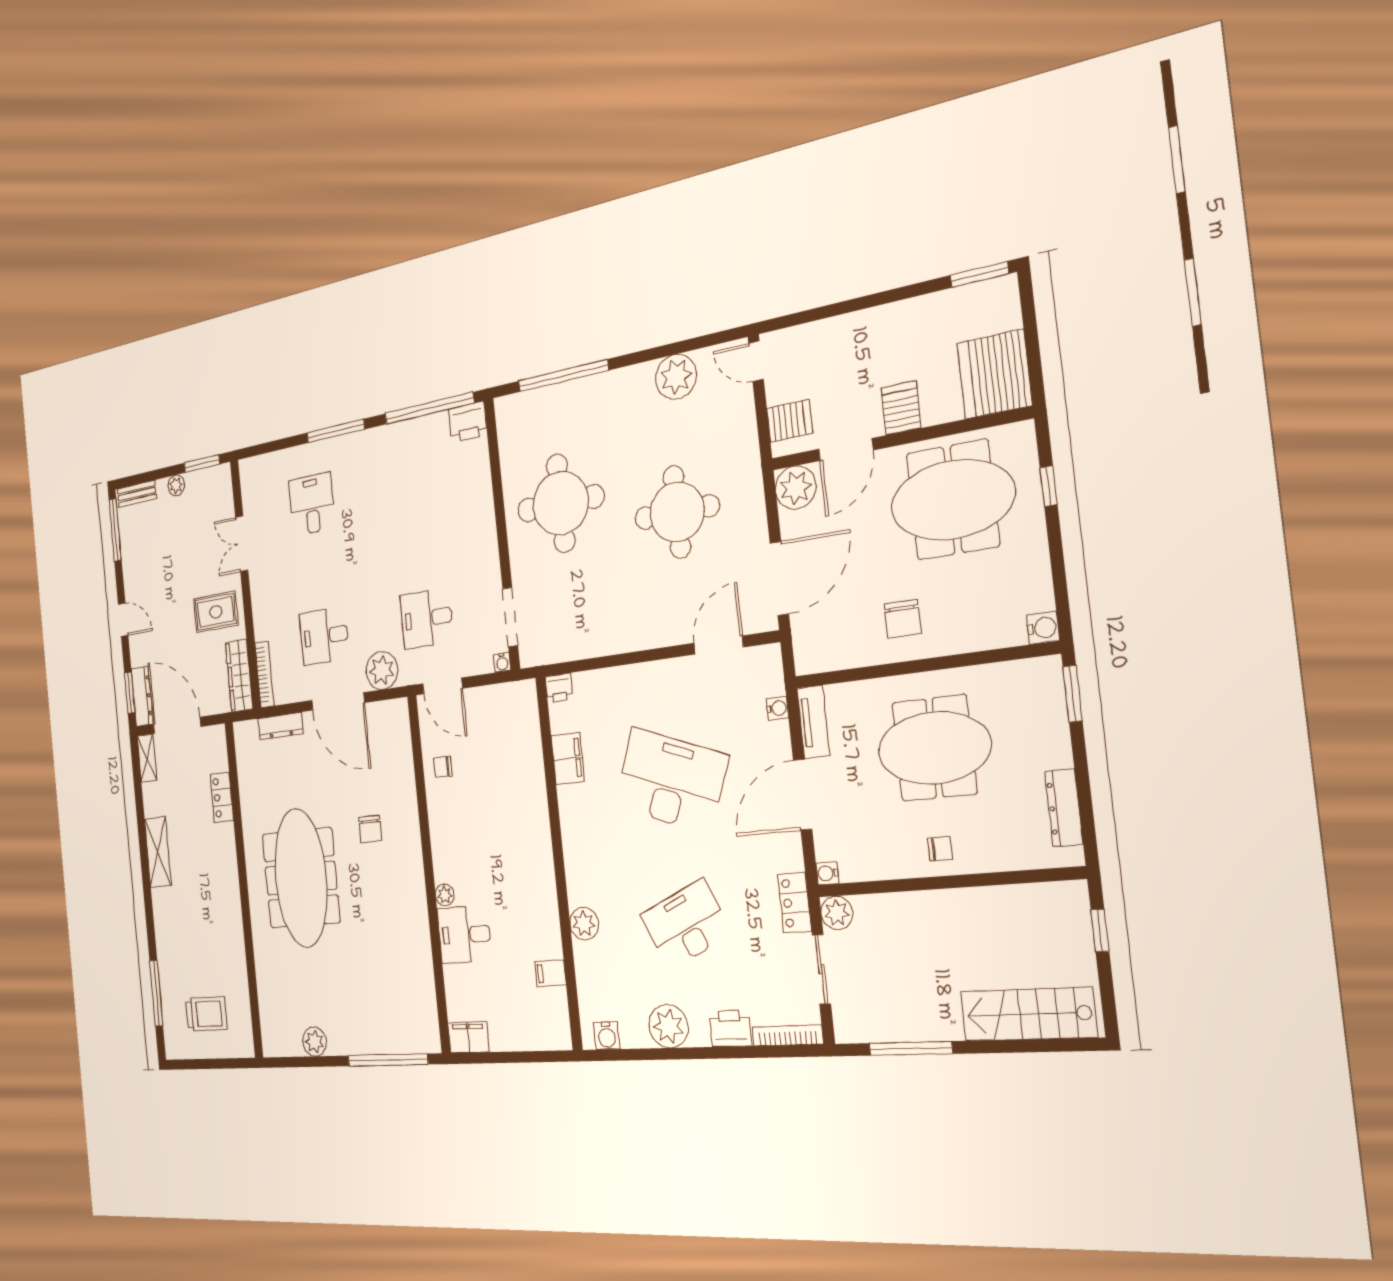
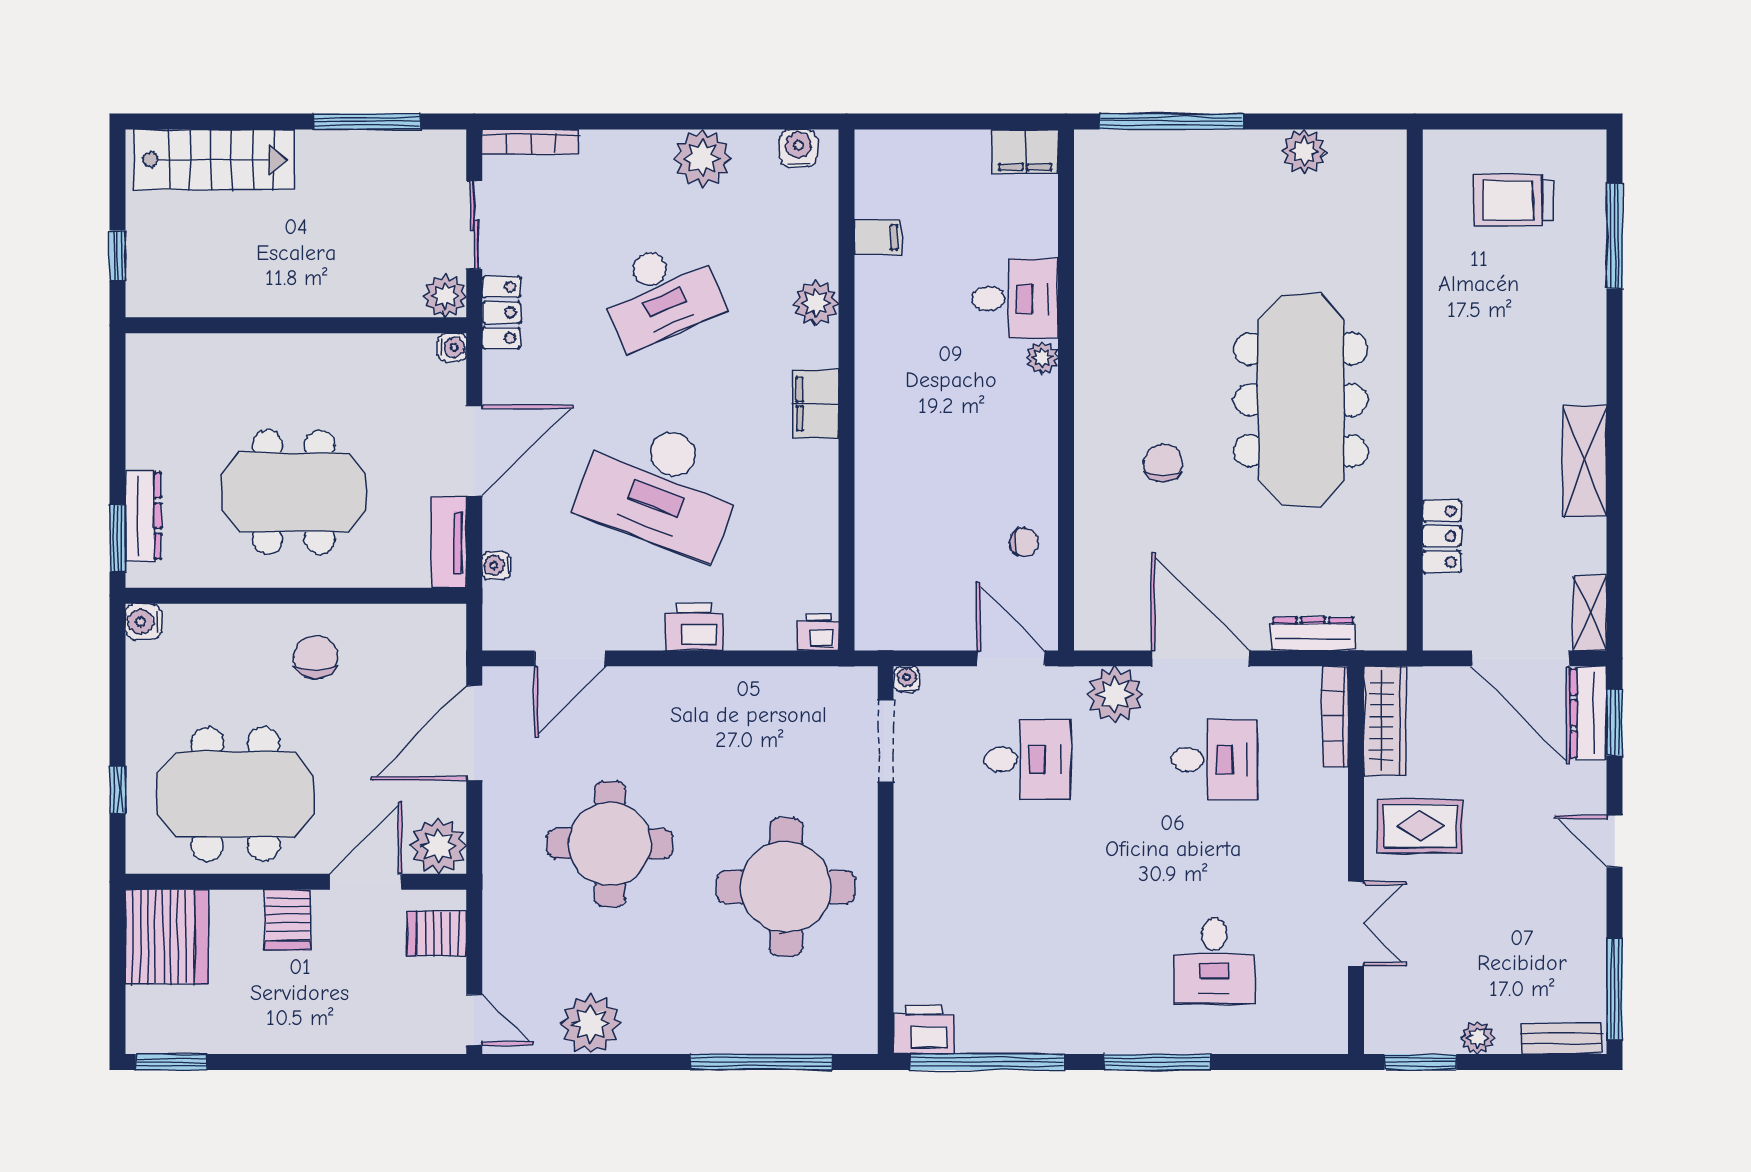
filing cabinet: (568, 758) -> (816, 404), moved
dresser: (1064, 808) -> (143, 516), moved
chair: (940, 849) -> (301, 367), removed
printer: (730, 1028) -> (694, 627), moved, turned 180

